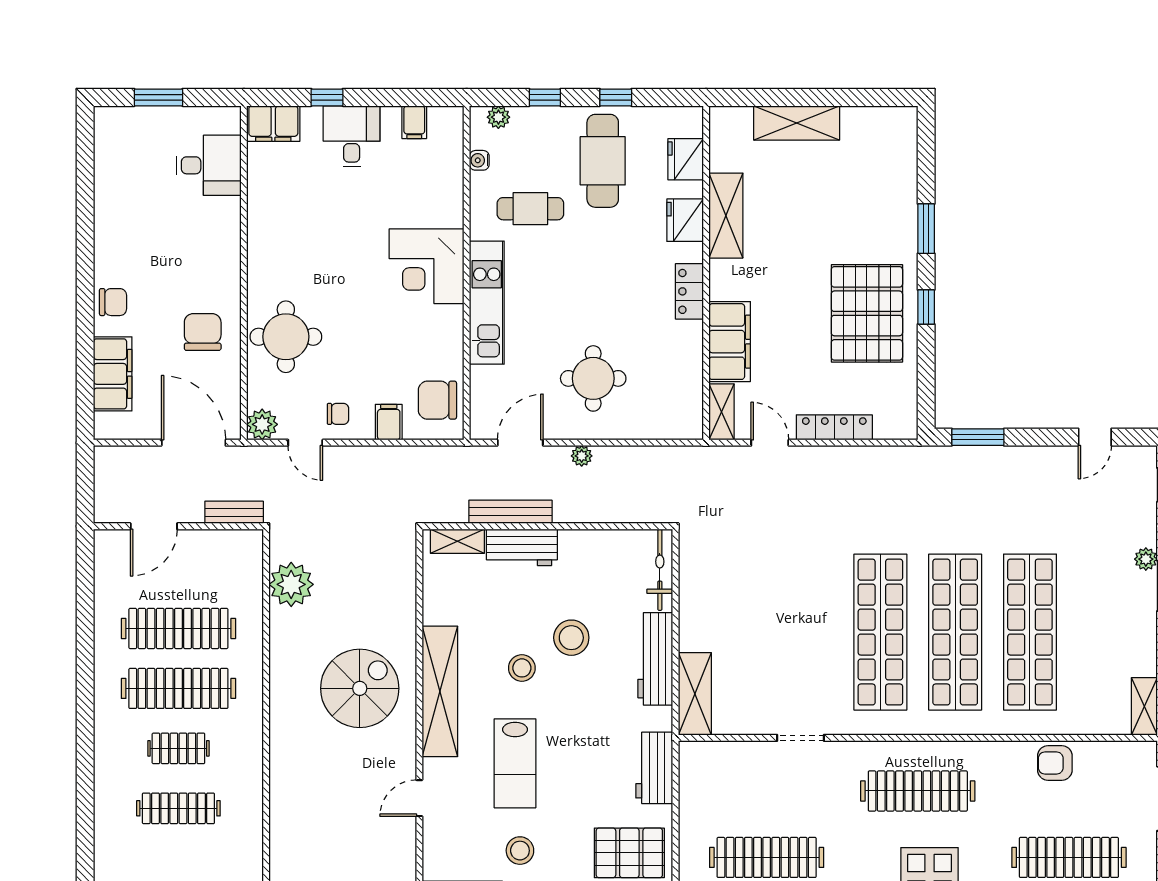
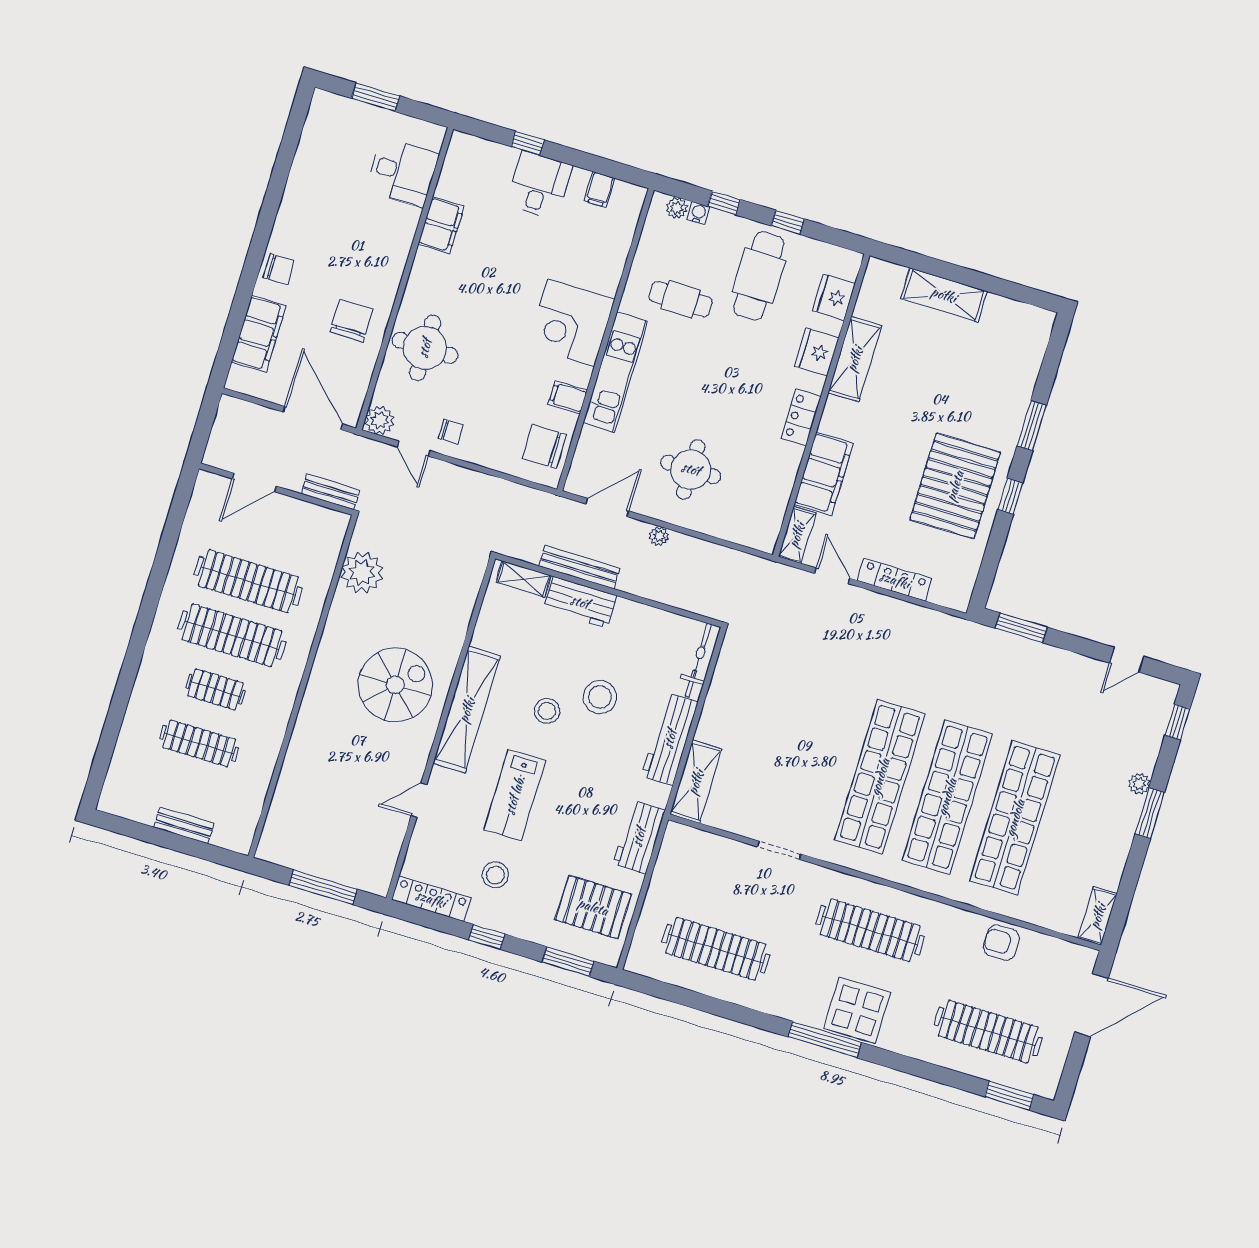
filing cabinet: (273, 124) -> (441, 225), moved, turned -90
water cooler: (479, 160) -> (698, 213), moved, turned 90
filing cabinet: (389, 422) -> (568, 397), moved, turned -90

